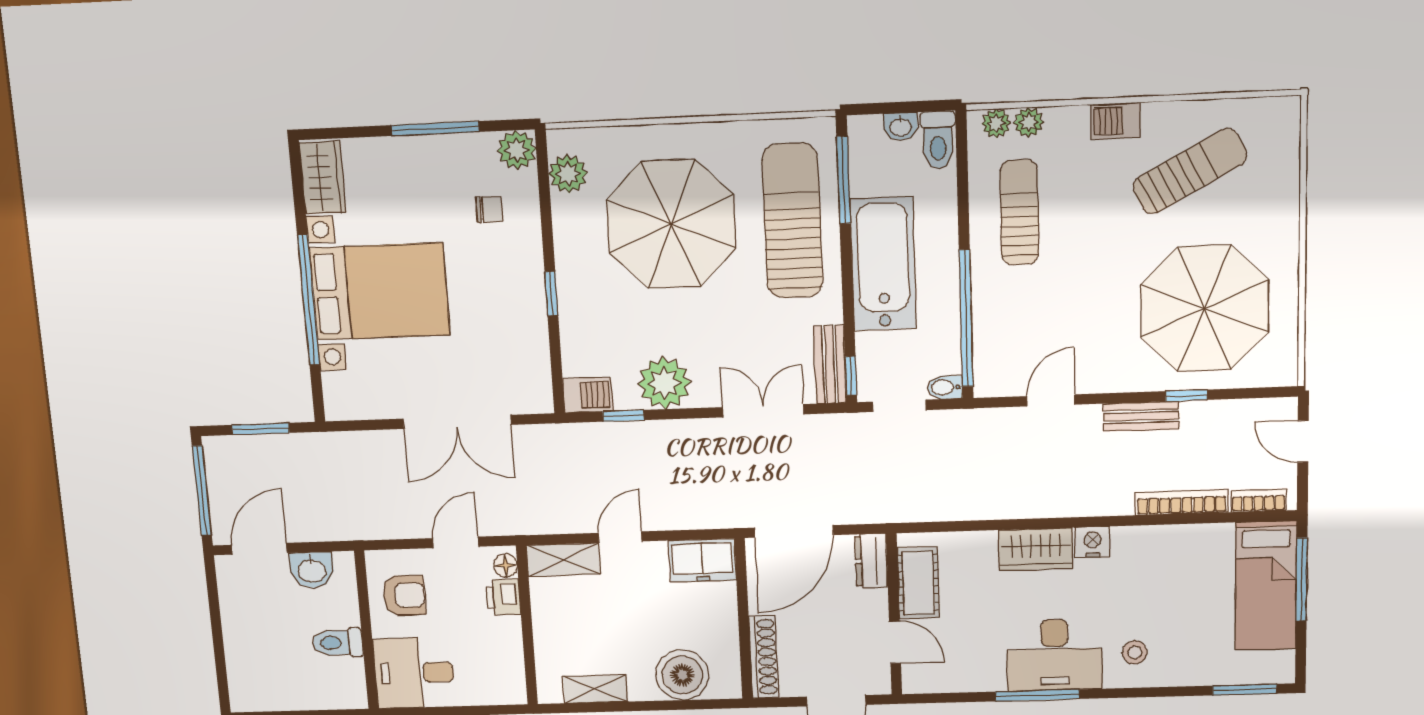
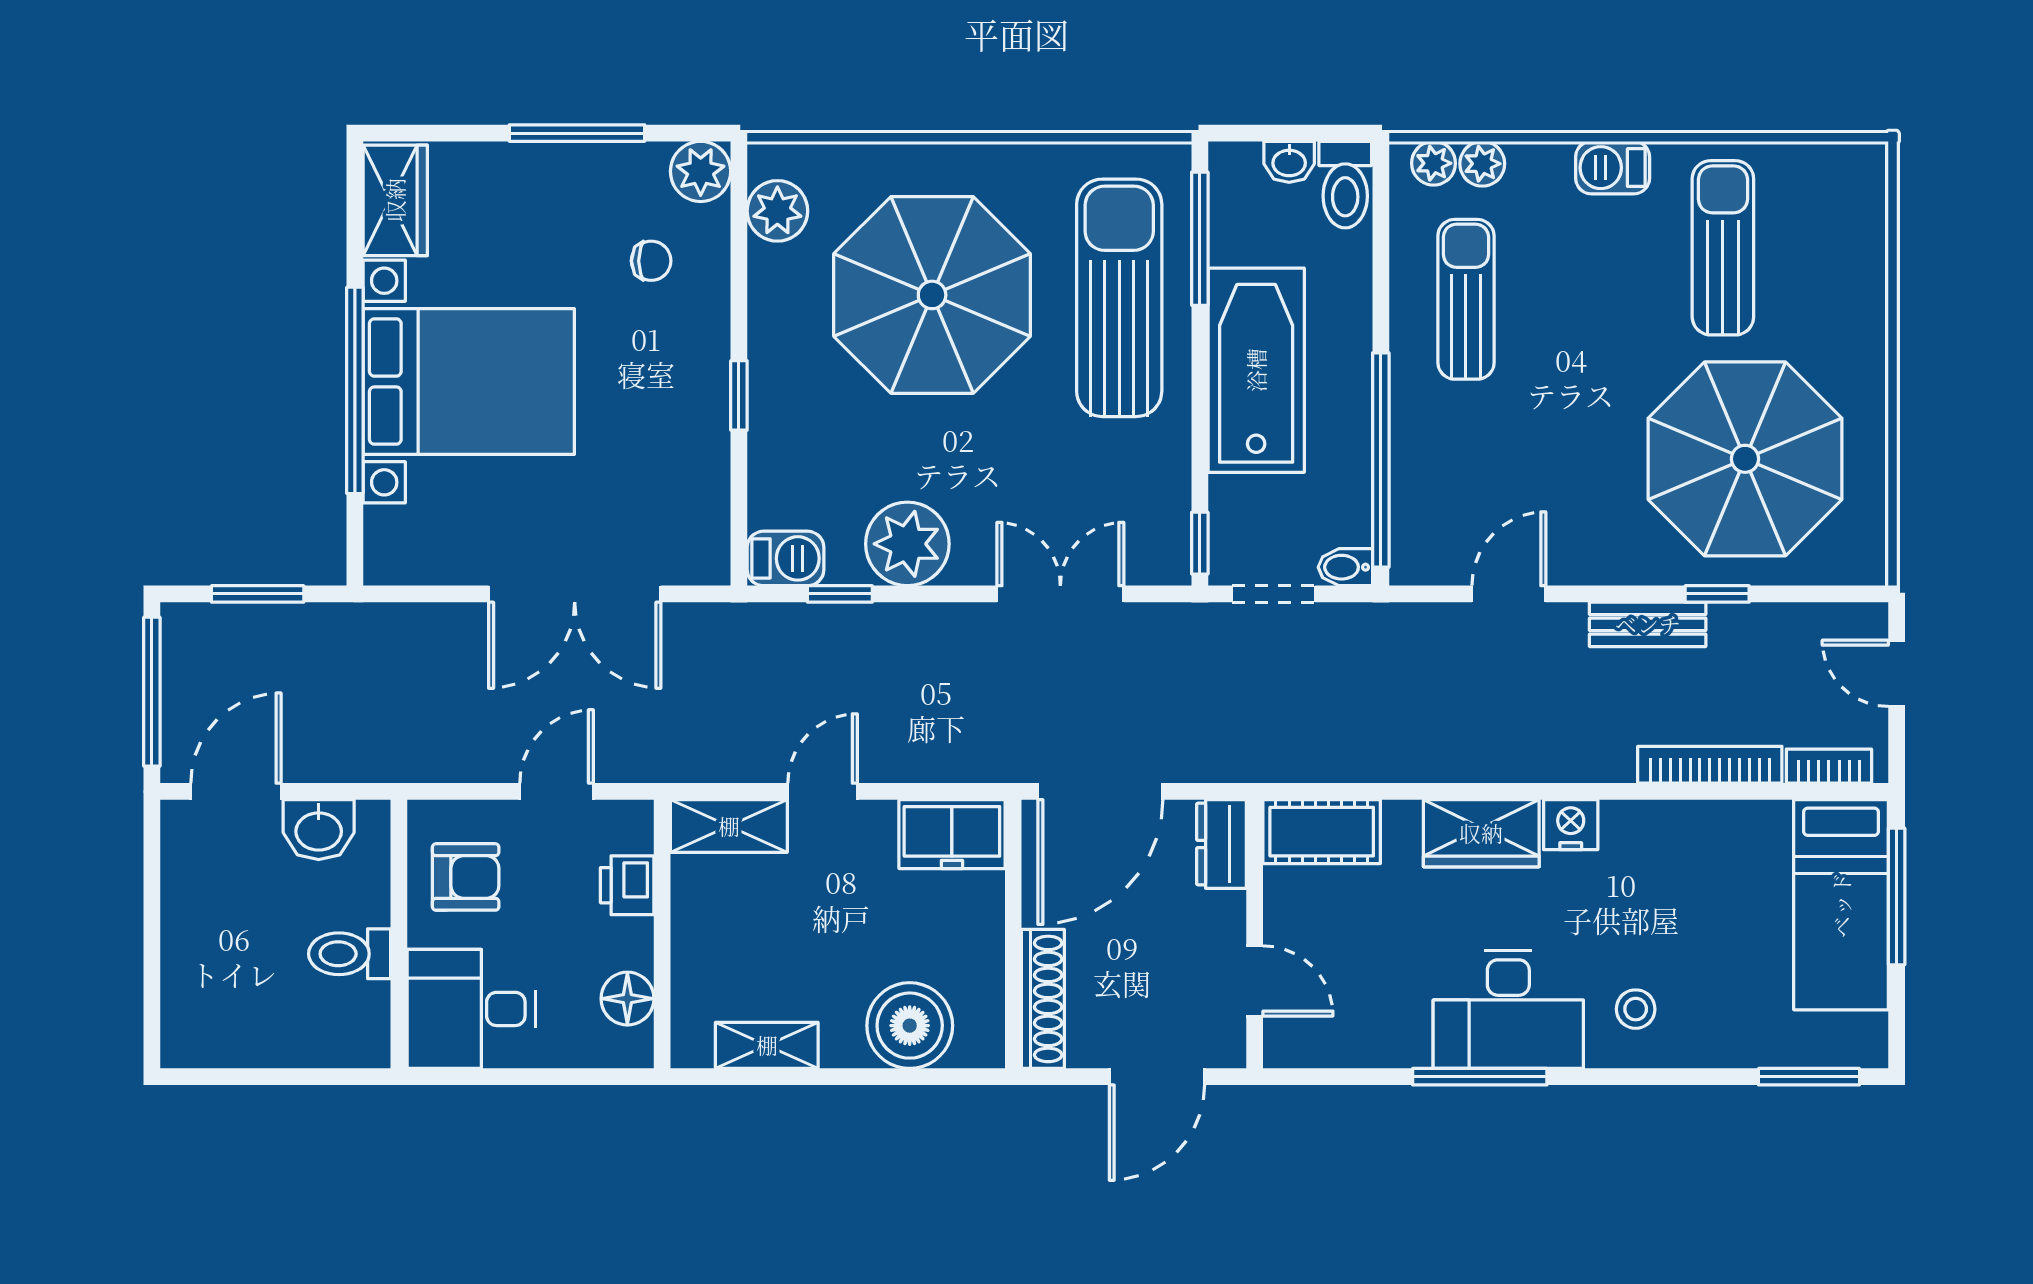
sun lounger: (1190, 171) -> (1723, 248), turned -62
bench: (830, 364) -> (1168, 524), removed
floor lamp: (505, 565) -> (627, 999), moved, width x1.37, depth x1.37
cot: (918, 583) -> (1322, 832), moved, turned 90

